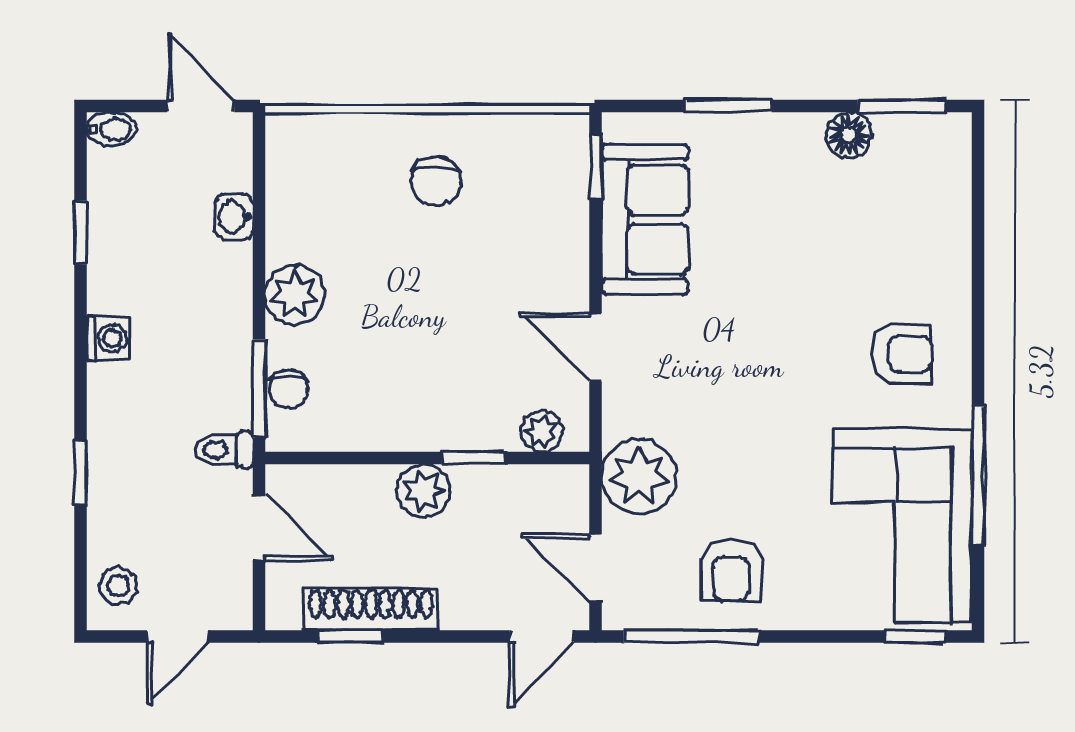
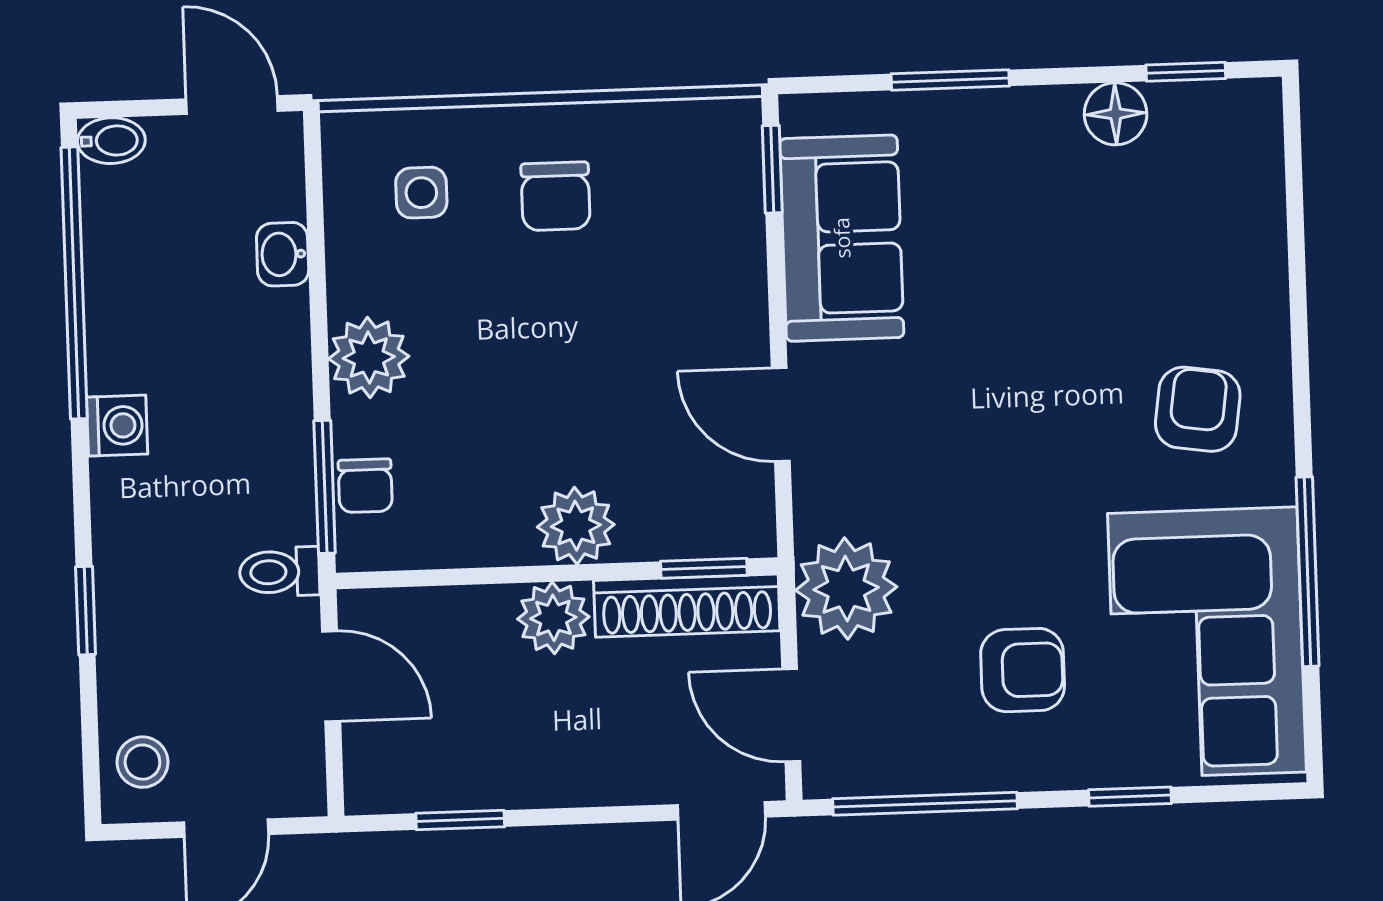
window: (902, 106) -> (1186, 72), width x0.67
side table: (338, 175) -> (421, 193), added
window: (80, 233) -> (74, 283), width x3.17
armchair: (902, 354) -> (1198, 409), turned -82
plant: (542, 431) -> (576, 526), moved, width x1.38, depth x1.38
window: (474, 458) -> (704, 568), moved
armchair: (731, 570) -> (1023, 670), moved, turned -90
shoe rack: (371, 609) -> (687, 606), moved, turned 180
window: (915, 636) -> (1130, 797), moved

